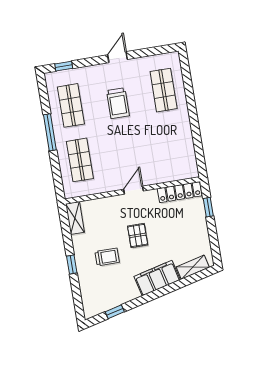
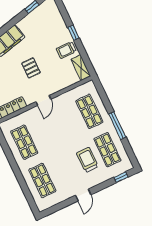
trolley: (118, 103) -> (87, 160), moved
shop shelf: (173, 145) -> (24, 142), added
trolley: (107, 257) -> (66, 50), moved

